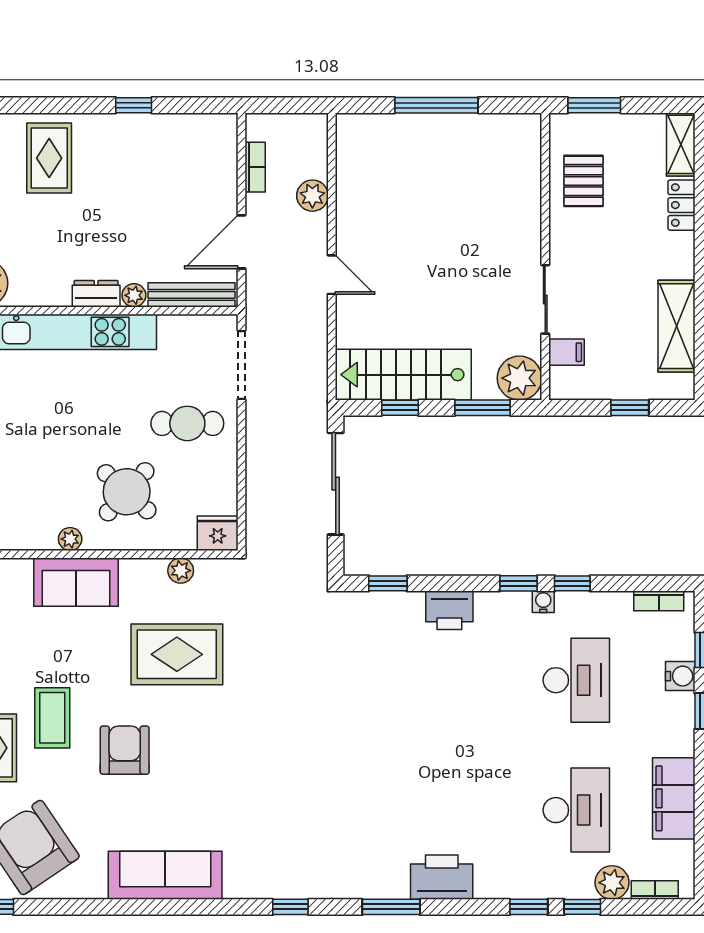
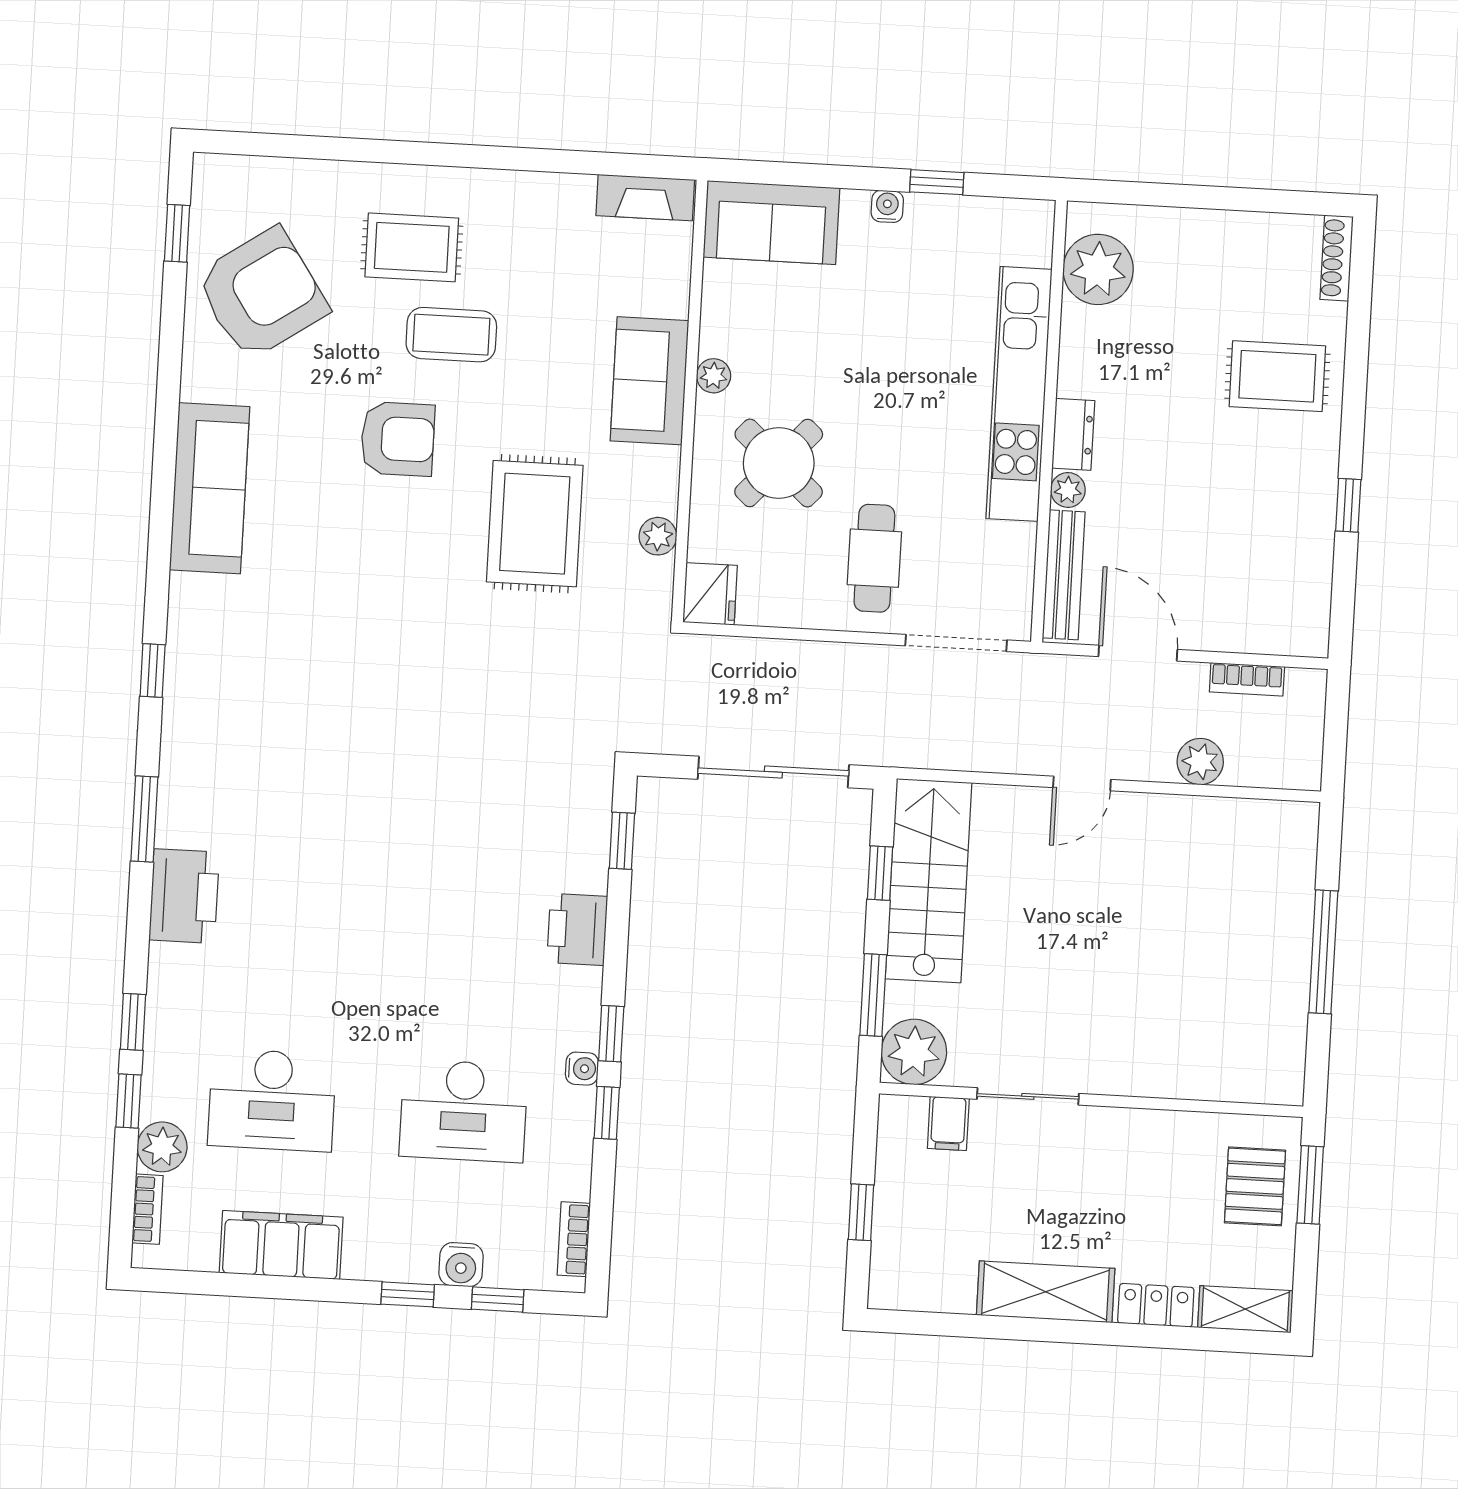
pallet: (583, 181) -> (1255, 1186), moved, turned 90
shelving: (677, 326) -> (1046, 1292), moved

